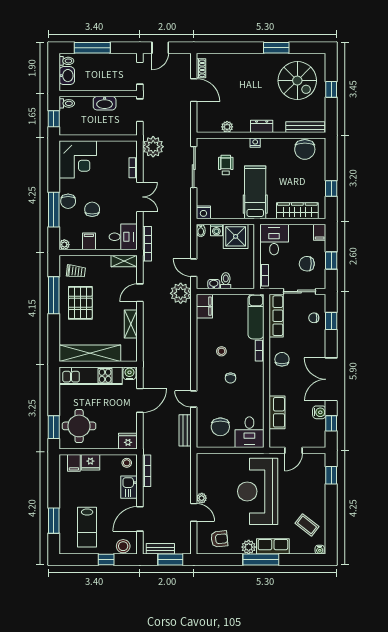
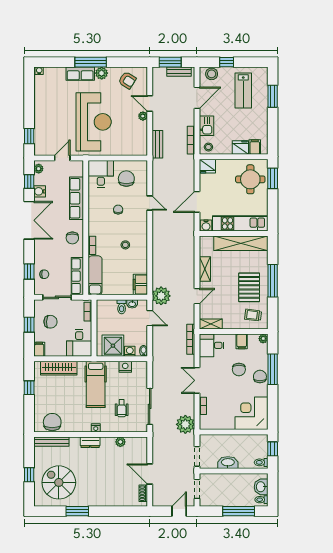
nightstand: (203, 212) -> (125, 367), moved
window: (54, 295) -> (273, 281), moved
chair: (231, 378) -> (118, 210), moved
row of seats: (277, 412) -> (77, 198), width x1.48
bench: (185, 430) -> (157, 144), moved
plant: (320, 438) -> (39, 169), added
coffee table: (307, 525) -> (50, 93), removed
lab bench: (87, 527) -> (243, 91), turned 180
armchair: (219, 539) -> (127, 80), turned -142

